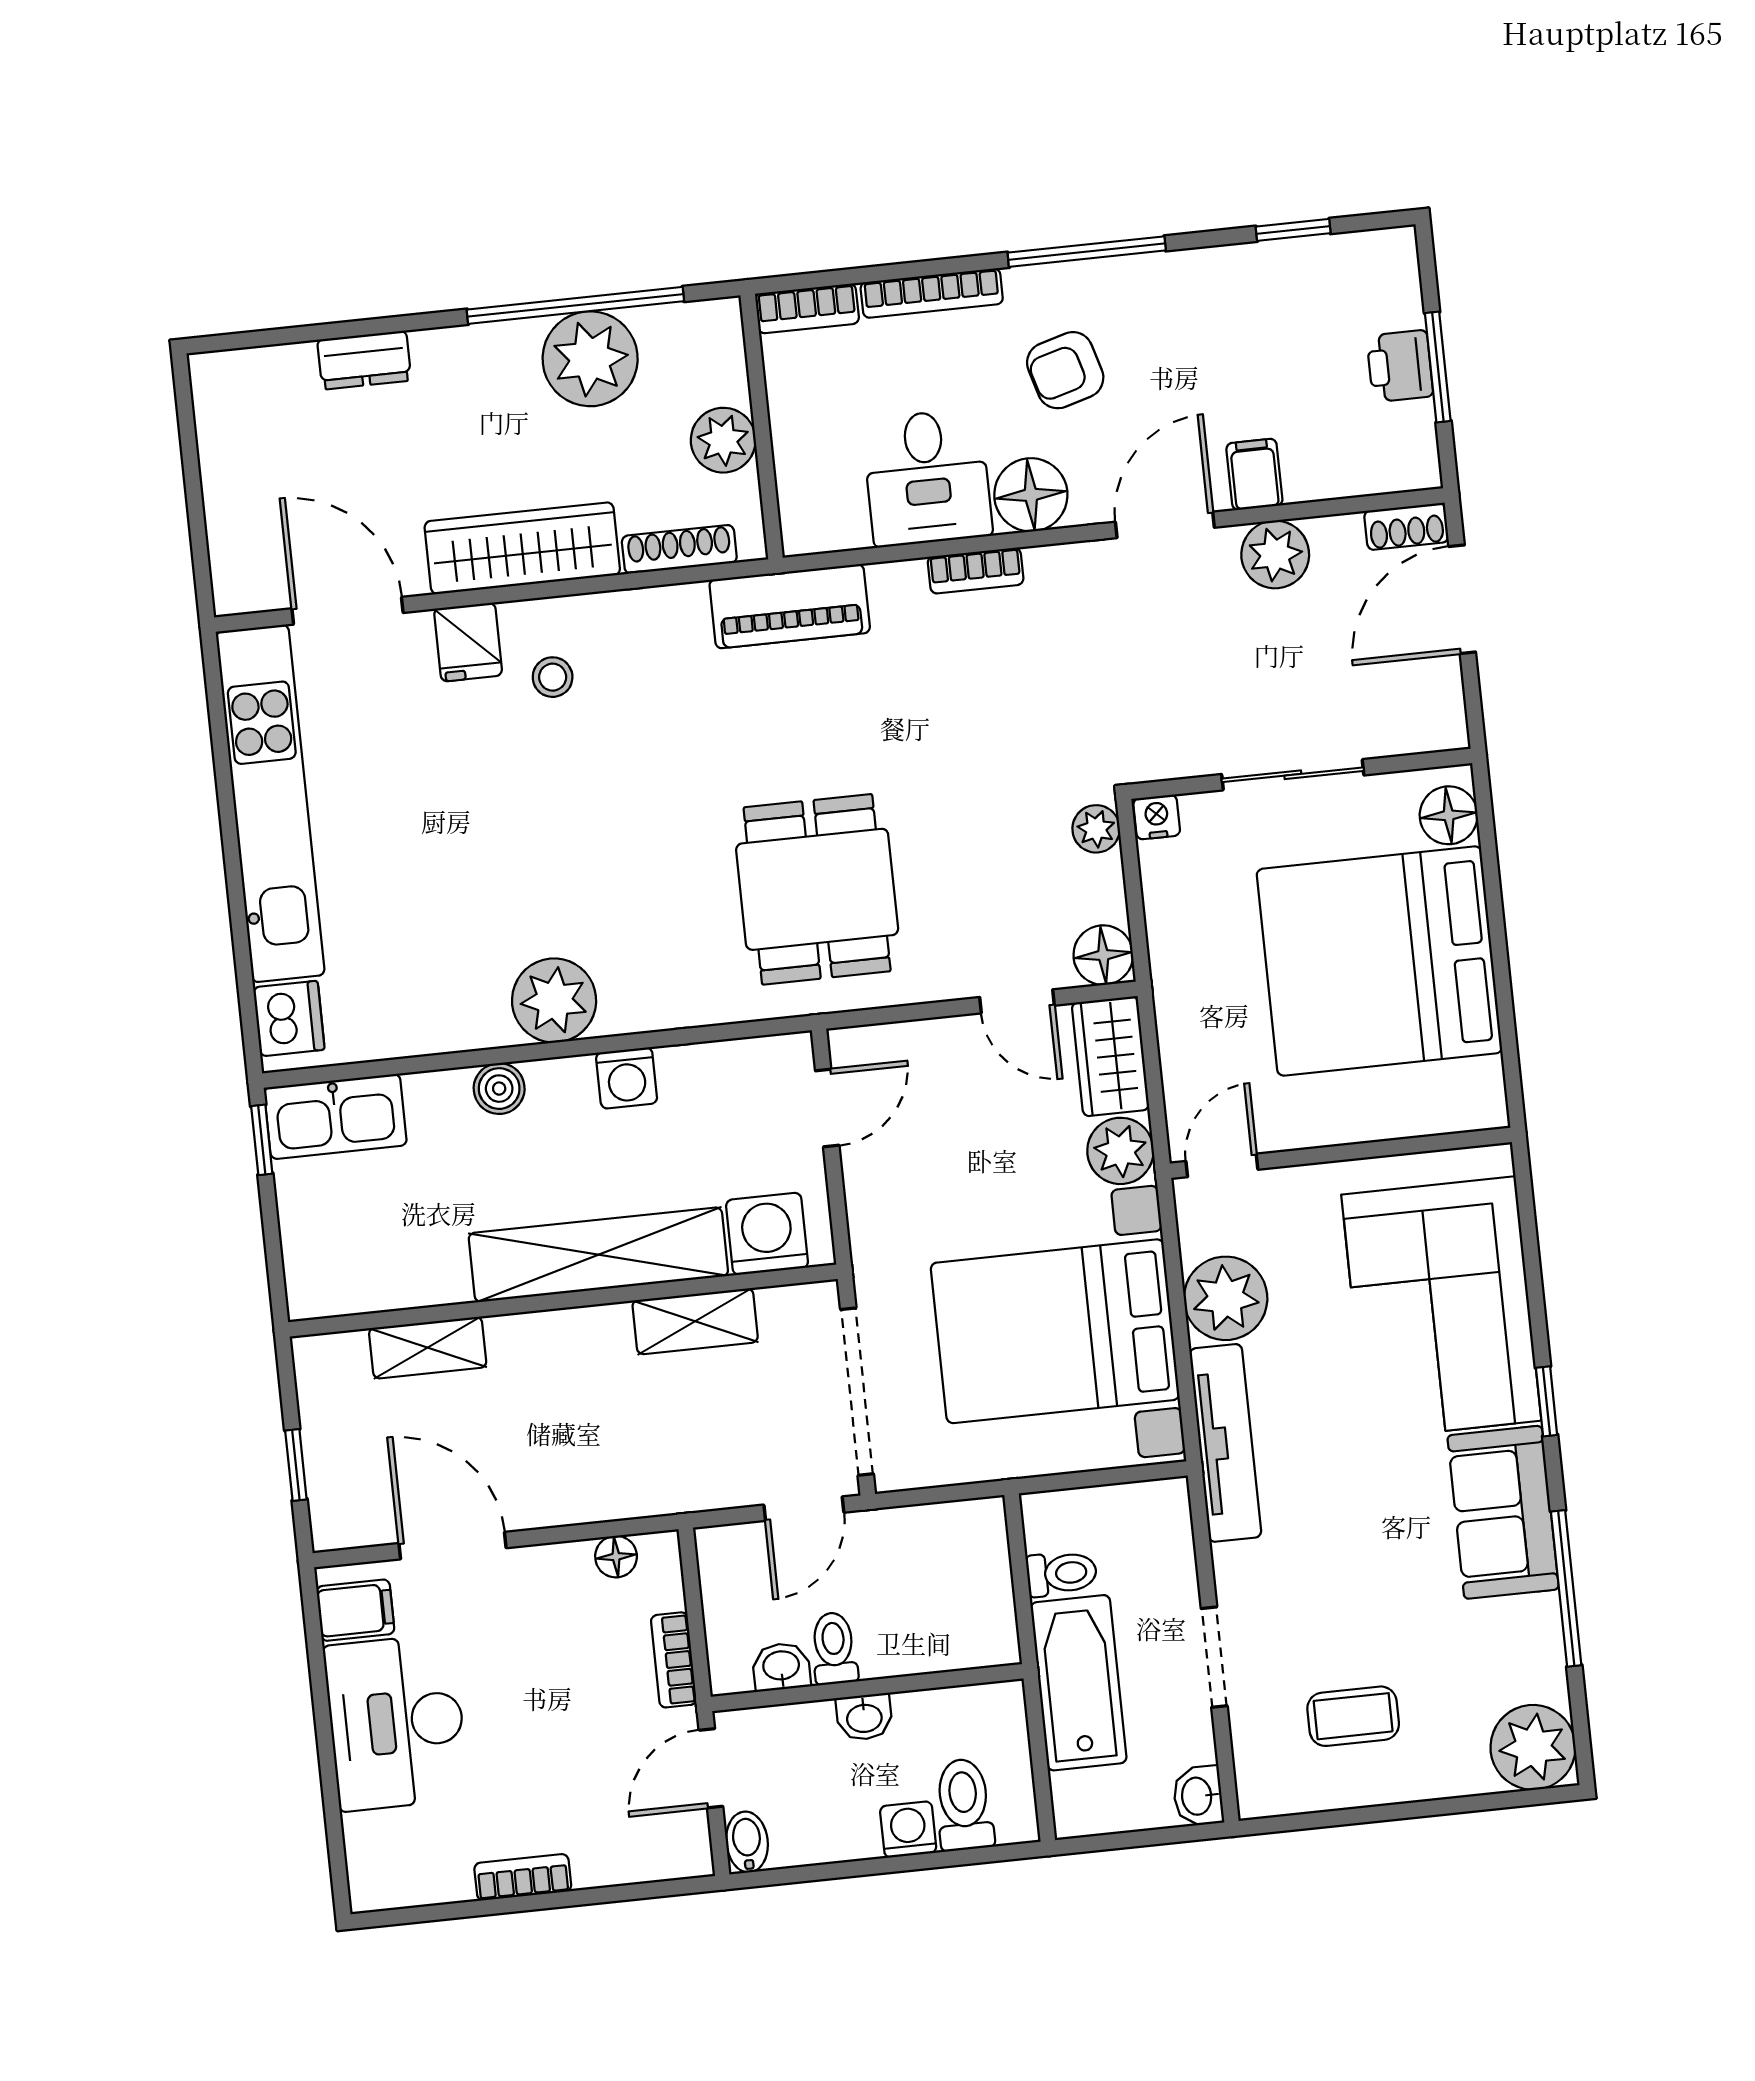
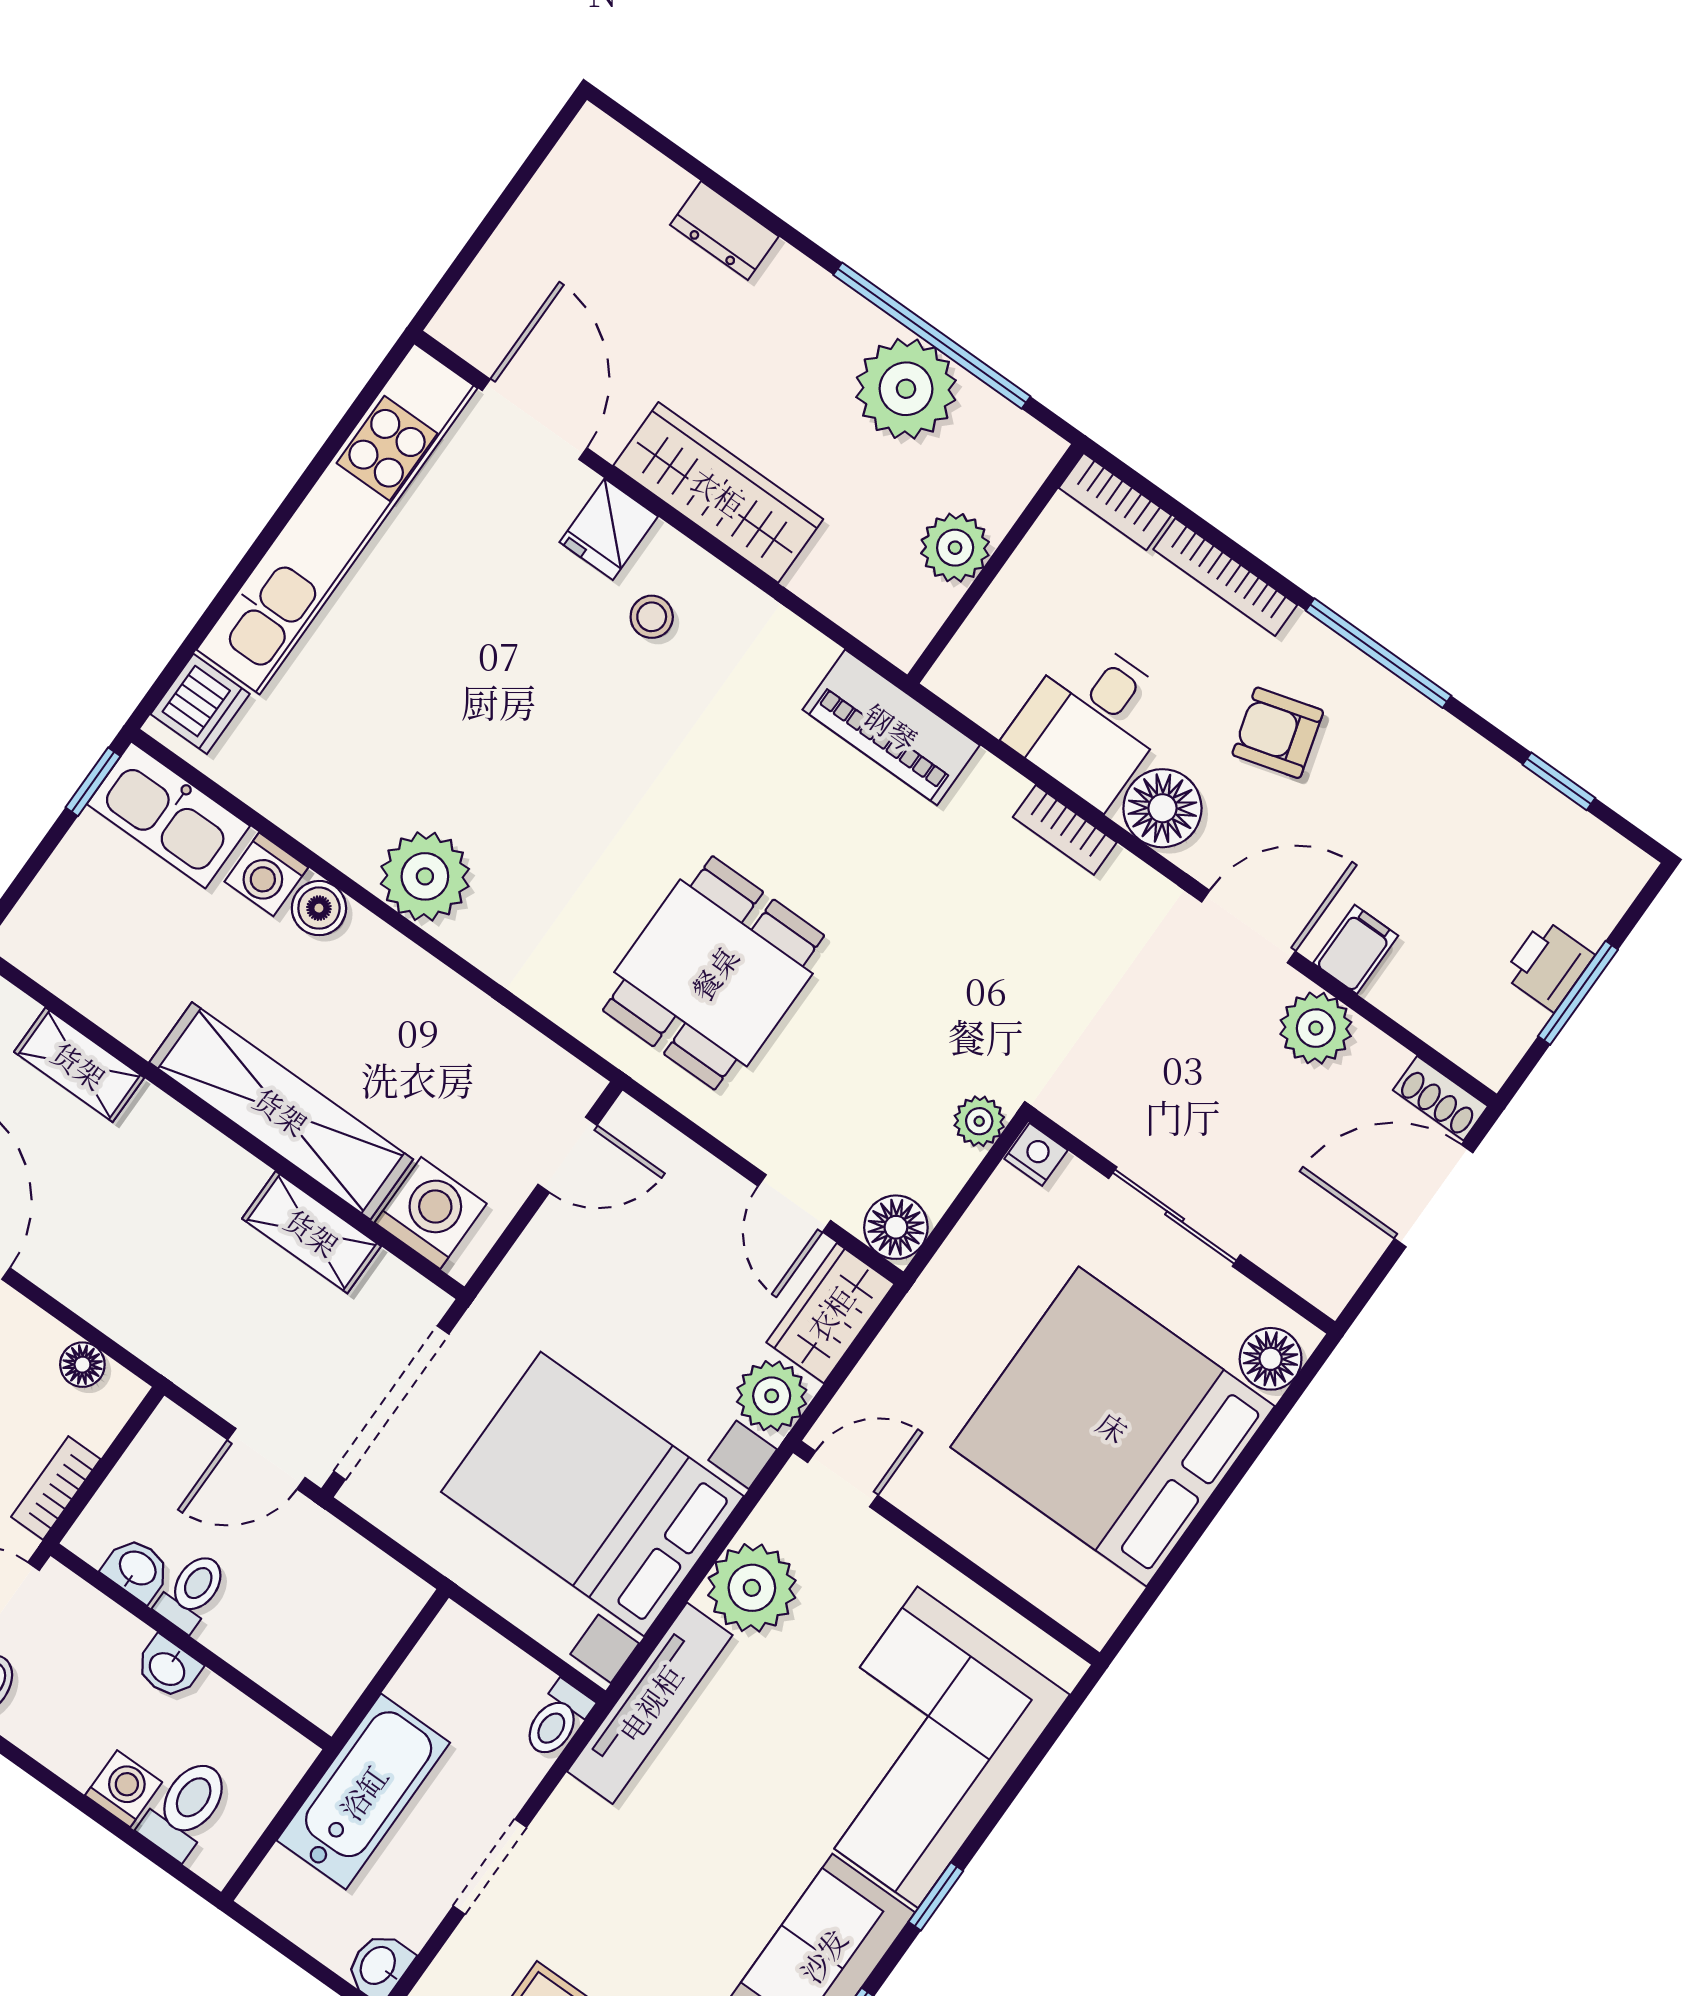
shoe rack: (679, 549) -> (843, 604), removed
washing machine: (627, 1078) -> (266, 874), moved
toilet: (1062, 1573) -> (557, 1720), moved, turned 90

